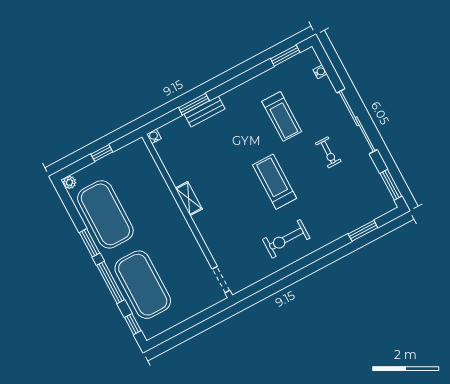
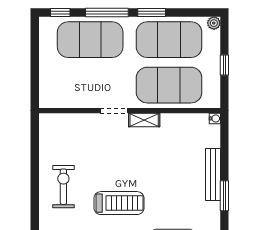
window: (194, 104) -> (224, 196), moved
bench: (205, 111) -> (213, 174), width x1.36
exercise mat: (146, 193) -> (169, 85), added
doorway: (221, 280) -> (114, 111), moved

